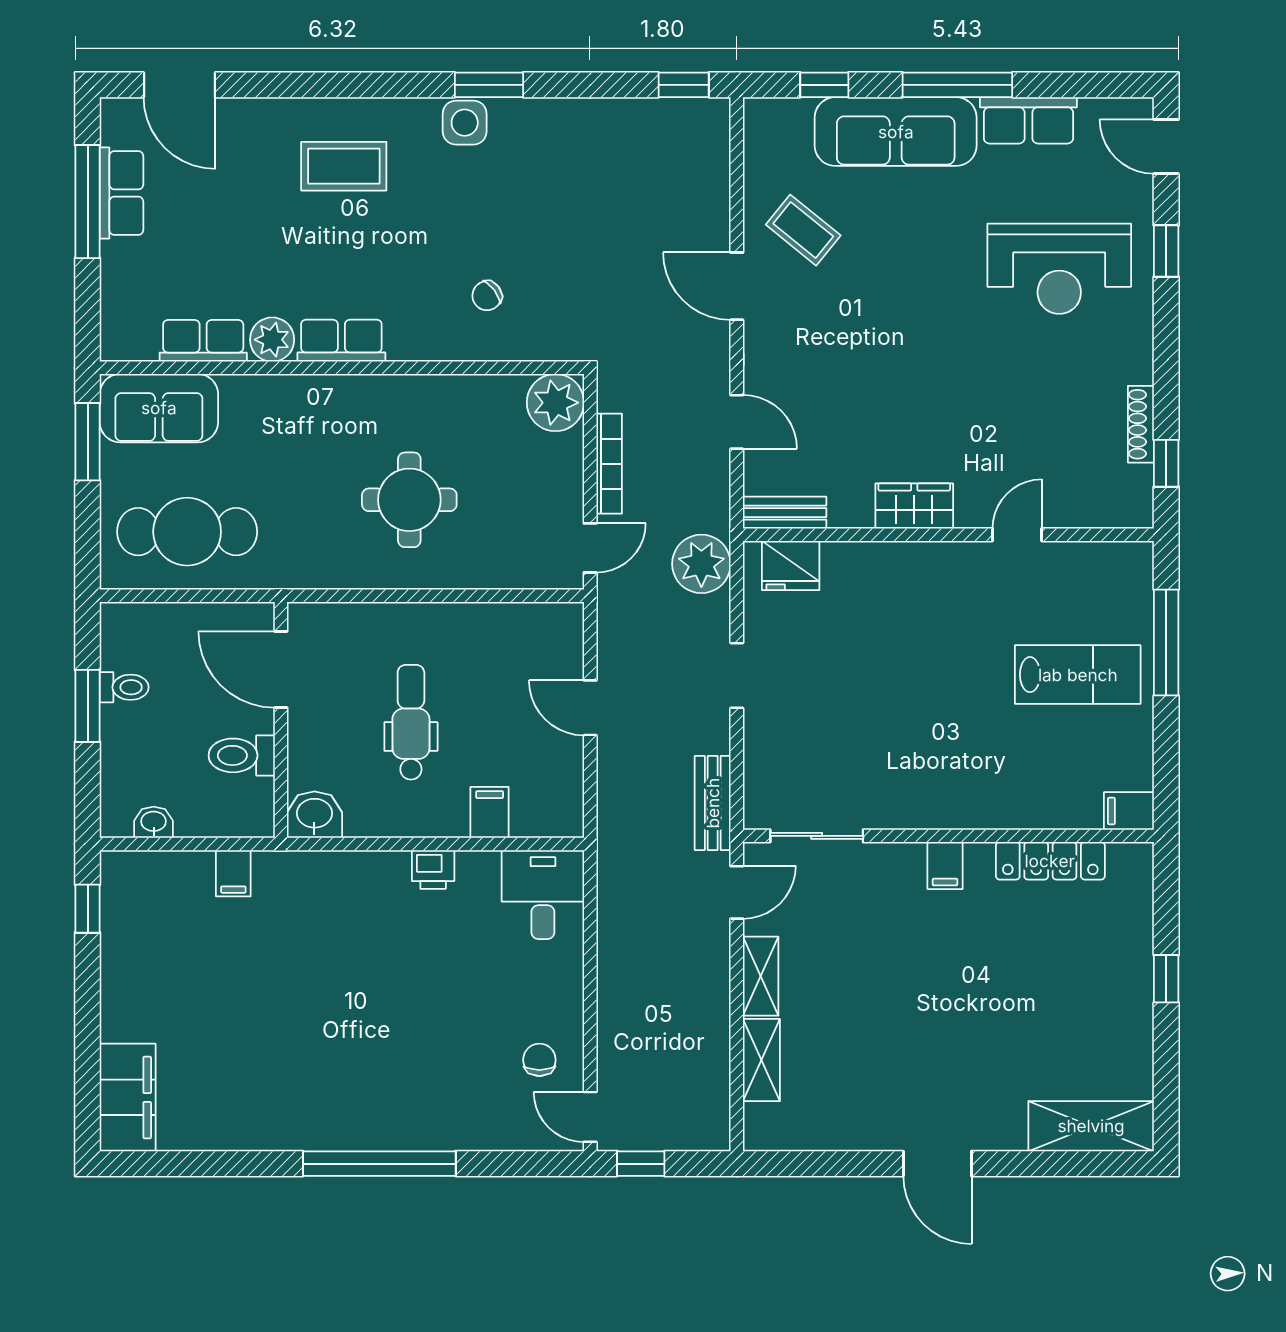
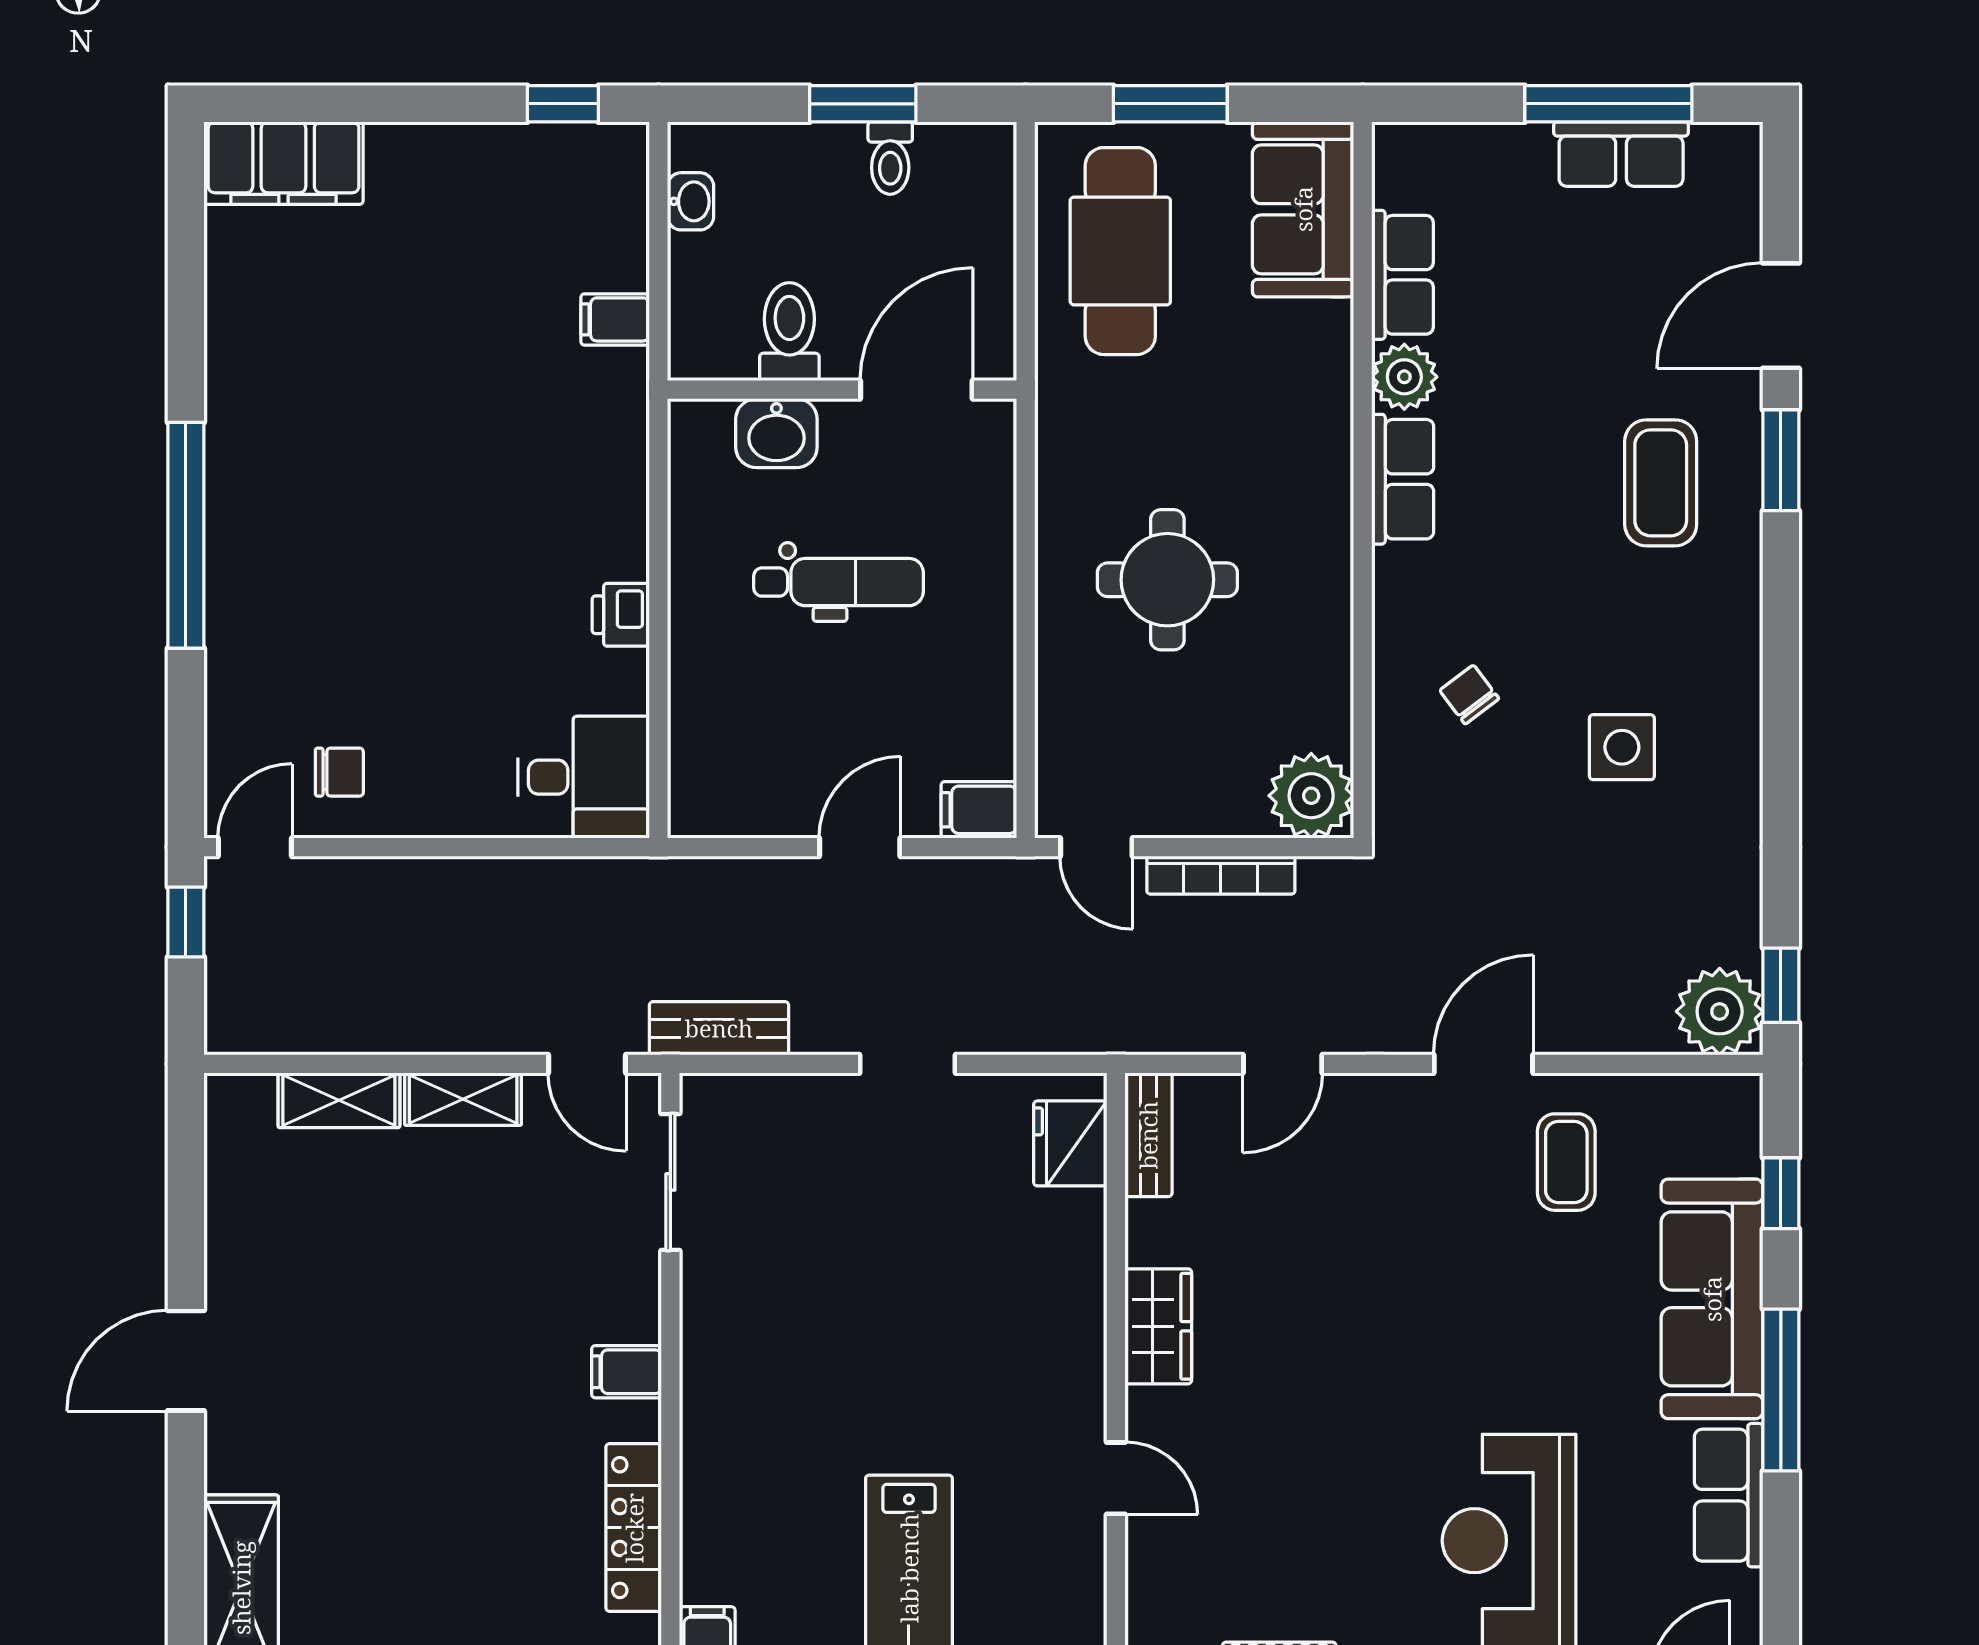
door: (179, 85) -> (1781, 316), moved
window: (489, 85) -> (1781, 460), moved
side table: (465, 123) -> (1622, 747), moved
coffee table: (803, 230) -> (1566, 1162), turned -39
window: (88, 442) -> (1170, 104), moved
plant: (701, 564) -> (1720, 1011), moved
filing cabinet: (490, 812) -> (979, 810), moved, turned 180
washbasin: (314, 815) -> (776, 433), moved, turned 90

